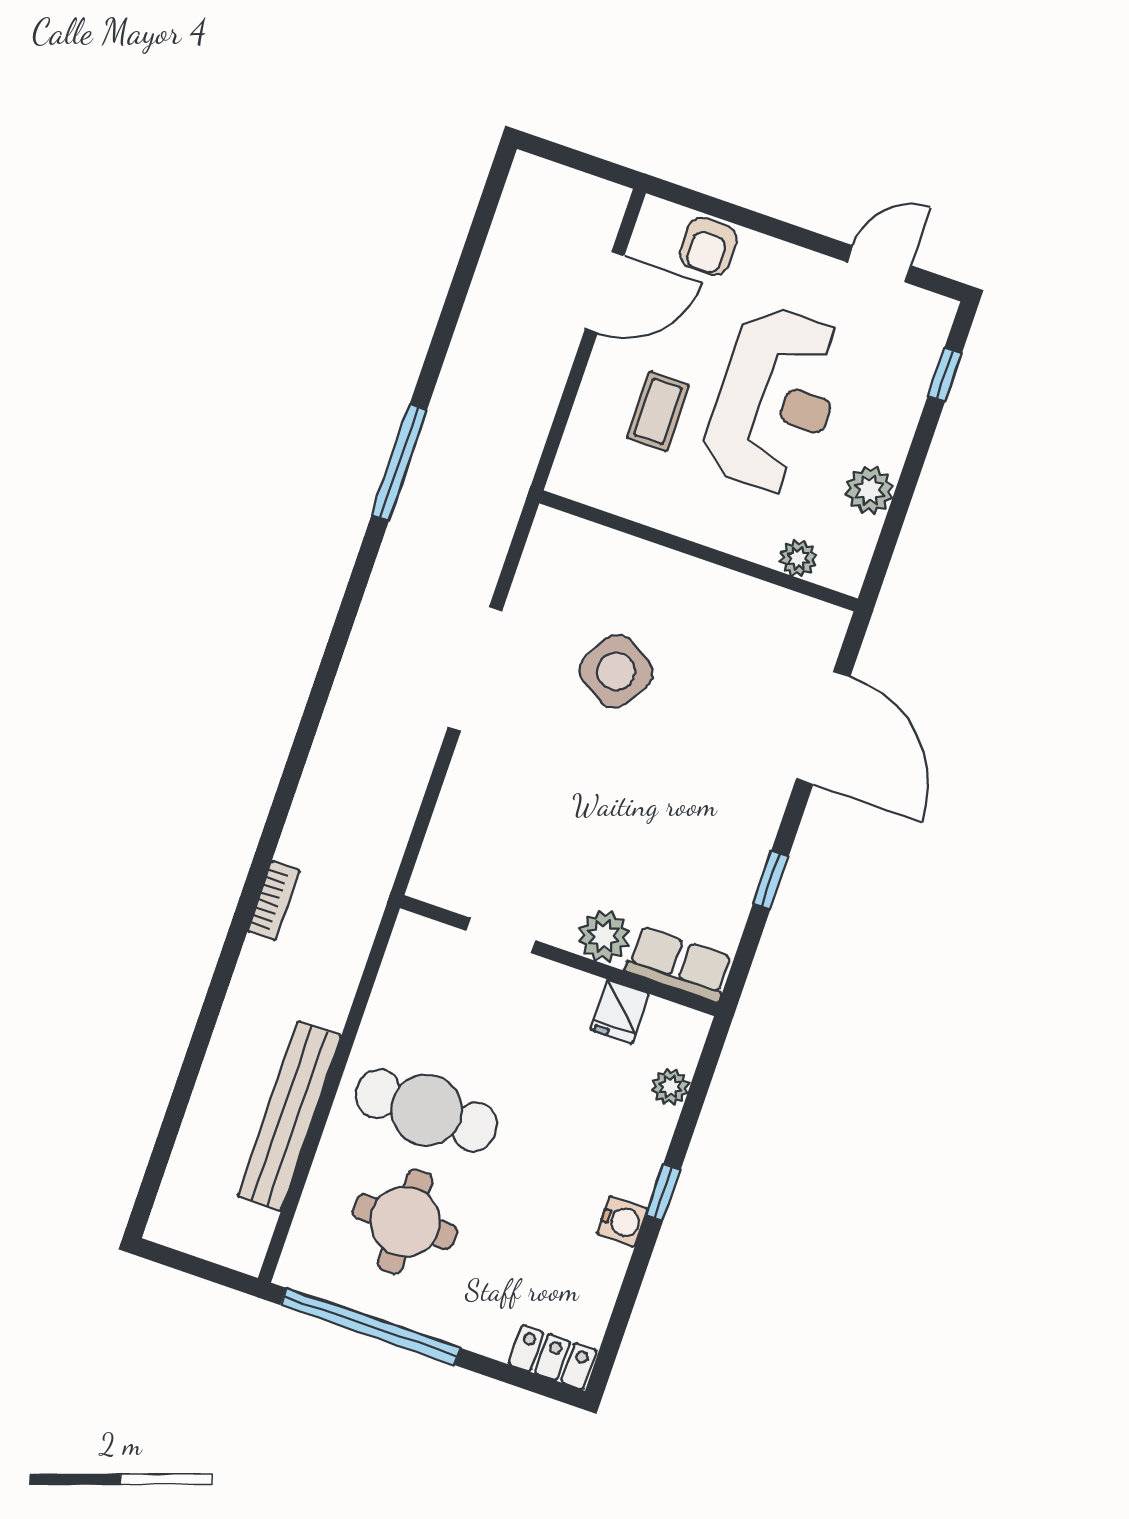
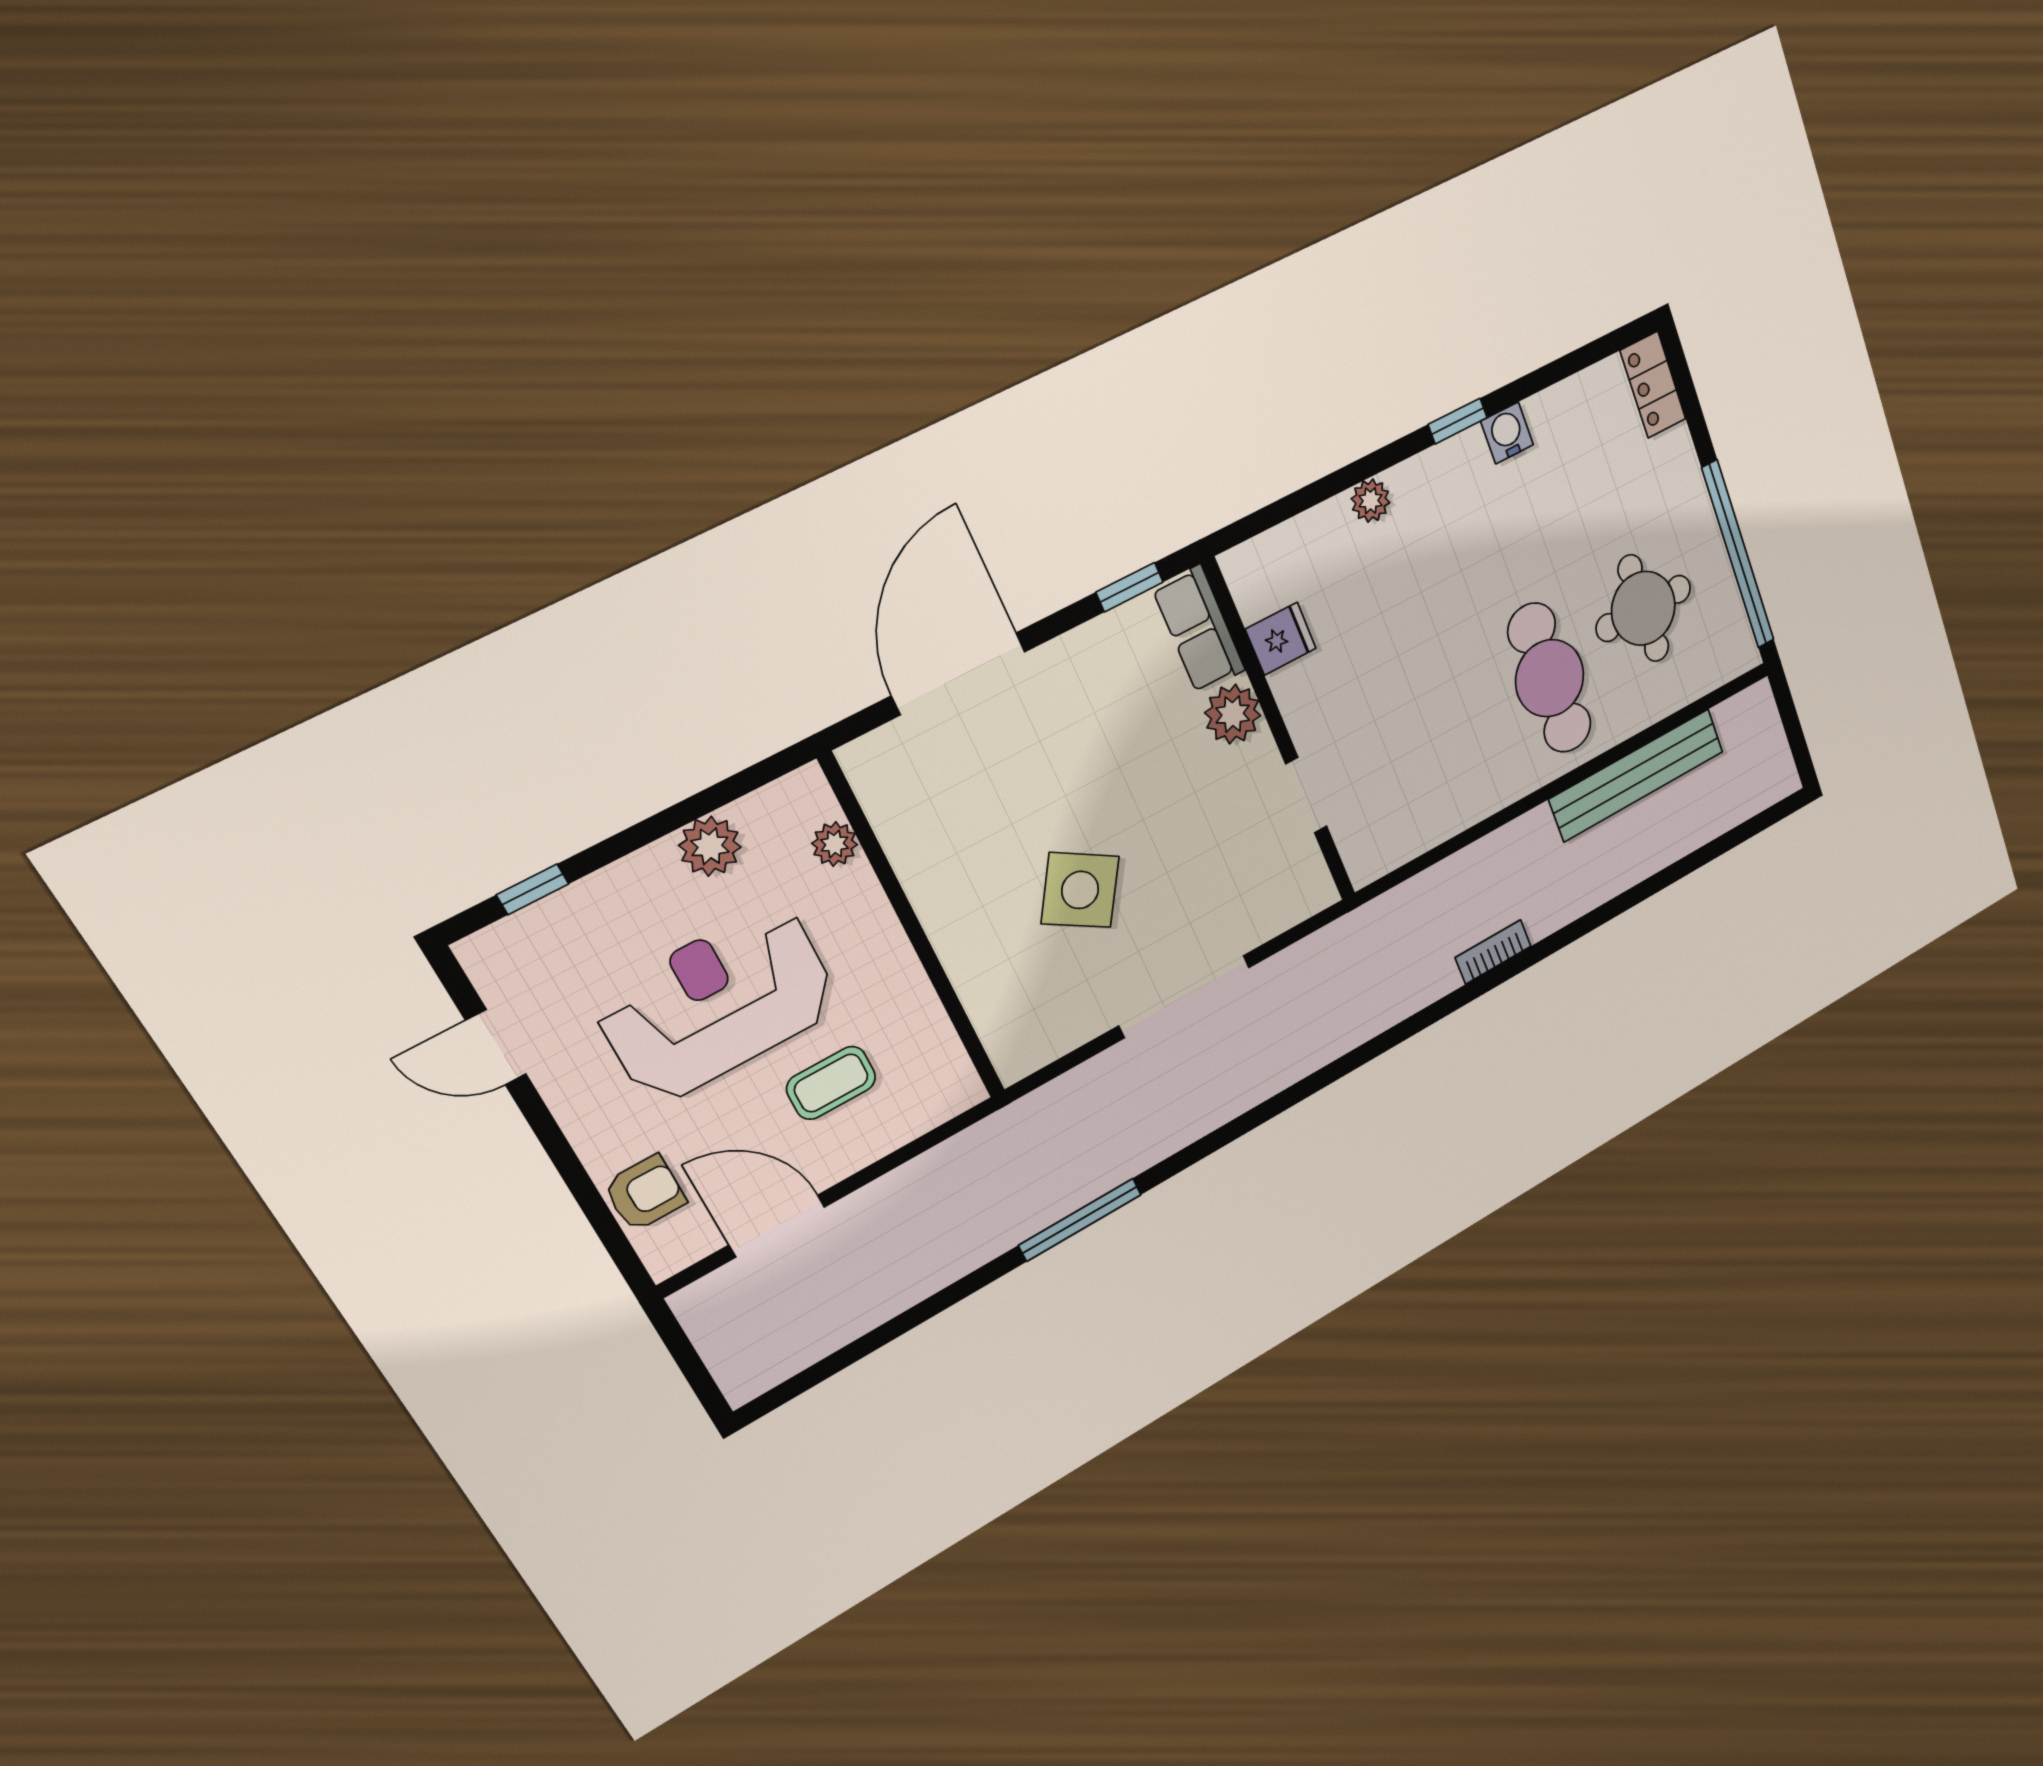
doorway: (501, 936) -> (1306, 795), moved
plant: (604, 936) -> (1233, 714), moved
wall: (559, 956) -> (1280, 734), moved
row of seats: (679, 964) -> (1199, 630), moved
fridge: (620, 1012) -> (1281, 639), moved

